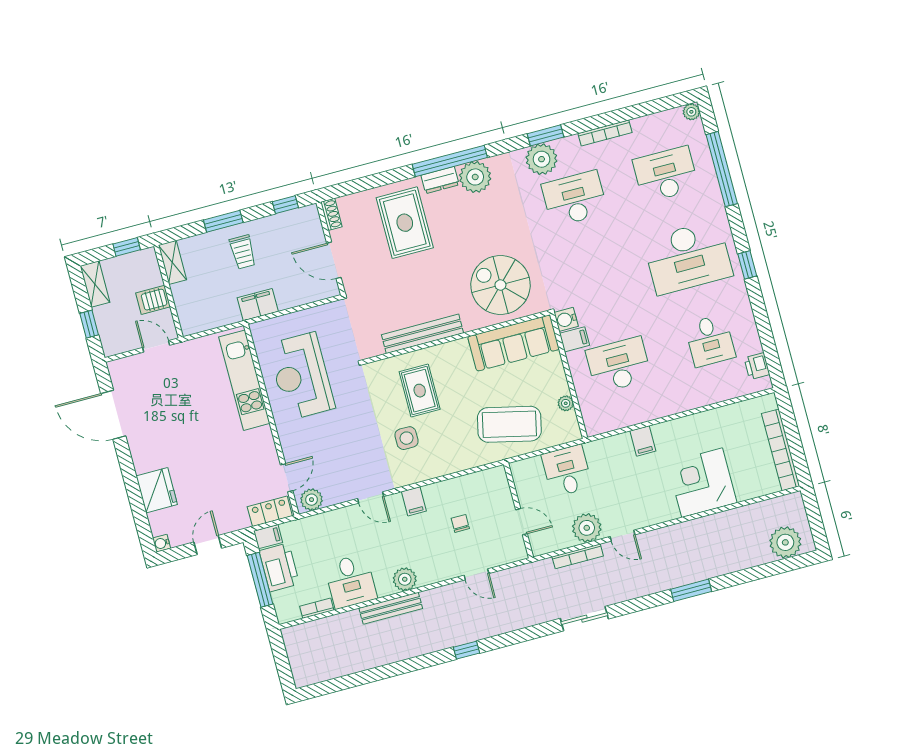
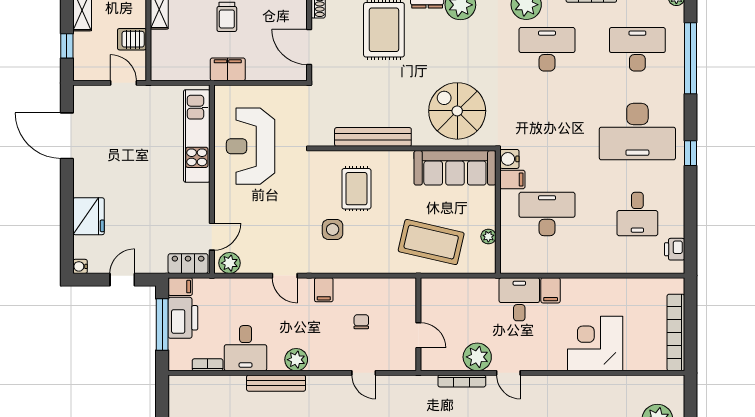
desk: (567, 471) -> (519, 299), moved

